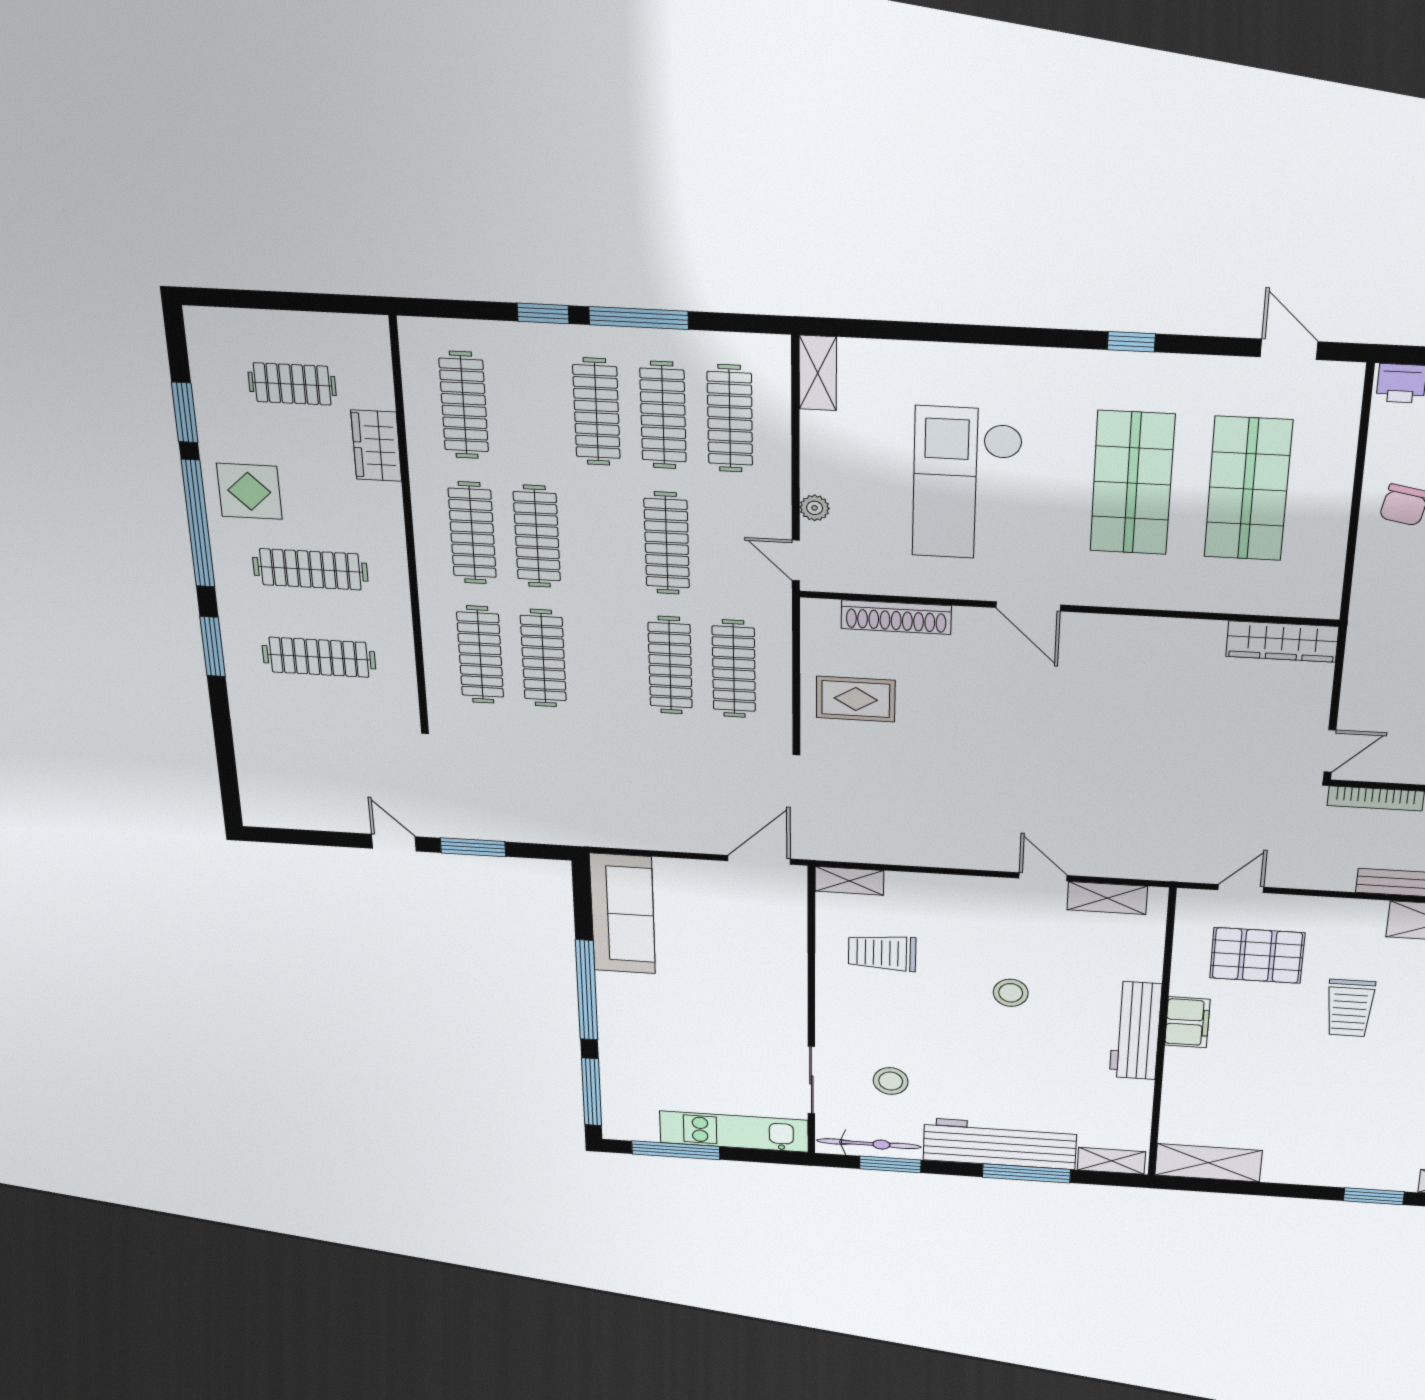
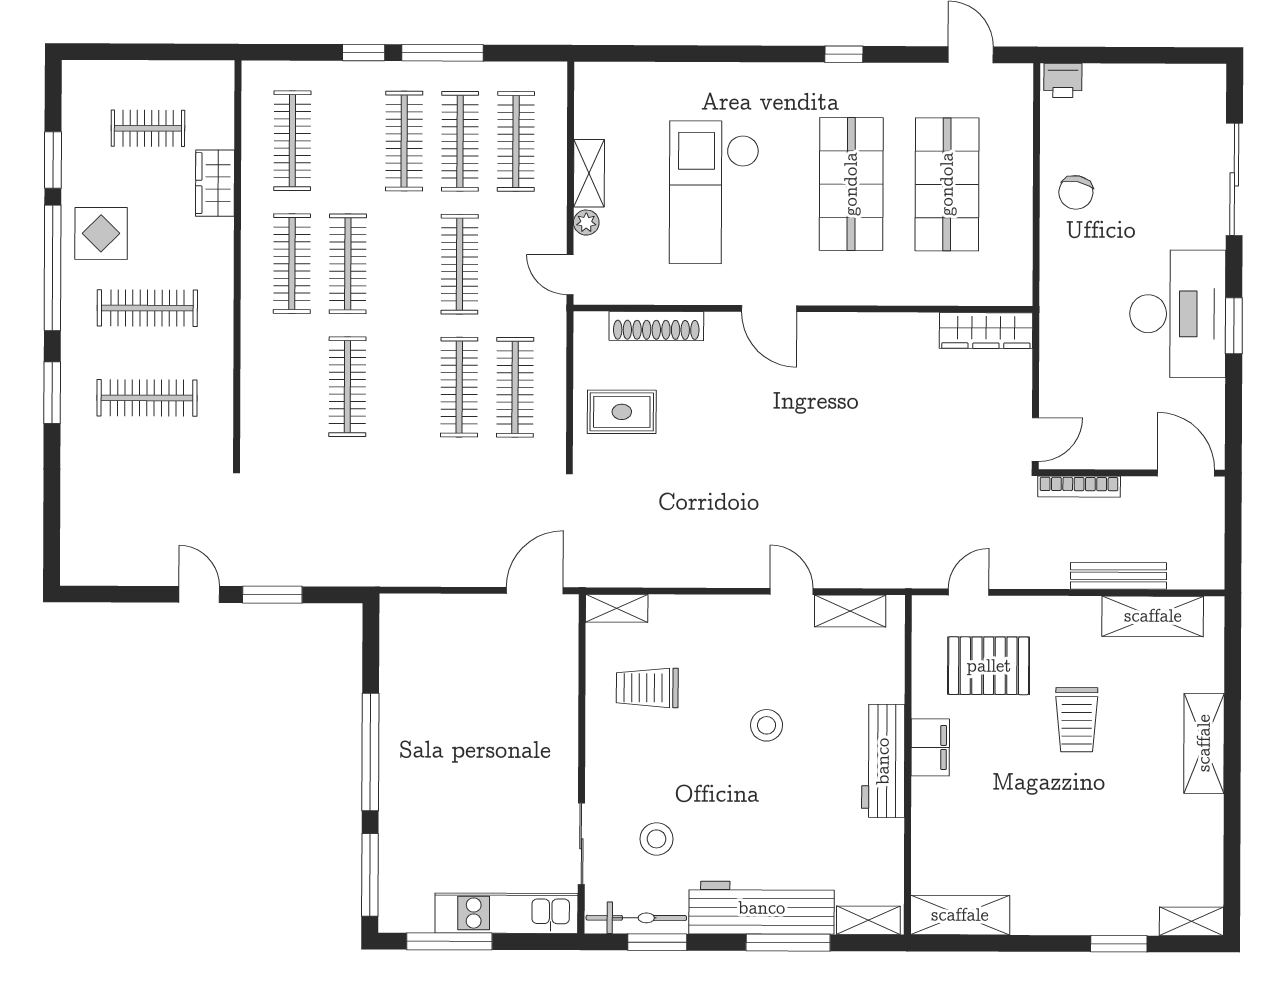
shelving: (818, 373) -> (589, 173), moved
clothes rail: (480, 655) -> (291, 387), removed
sofa: (623, 914) -> (408, 661), removed

